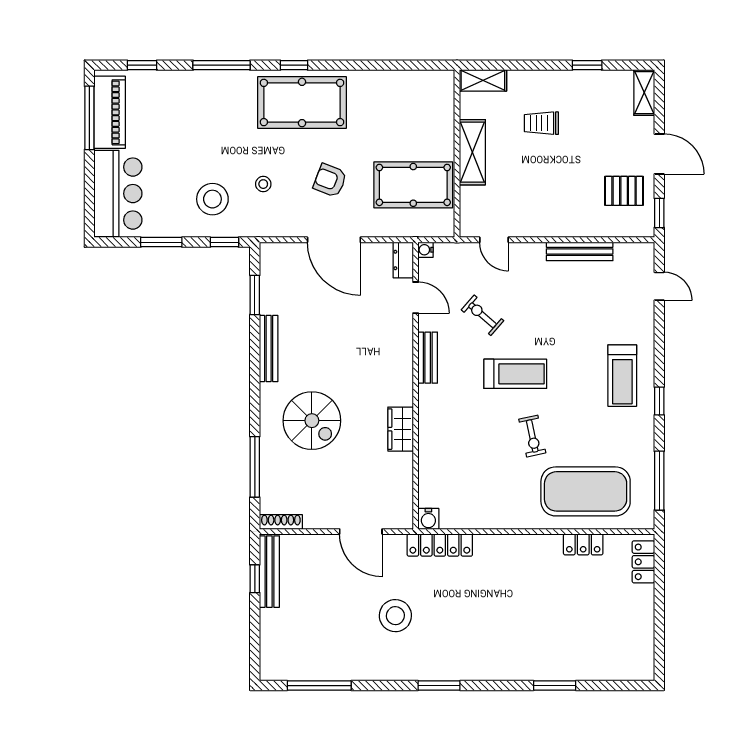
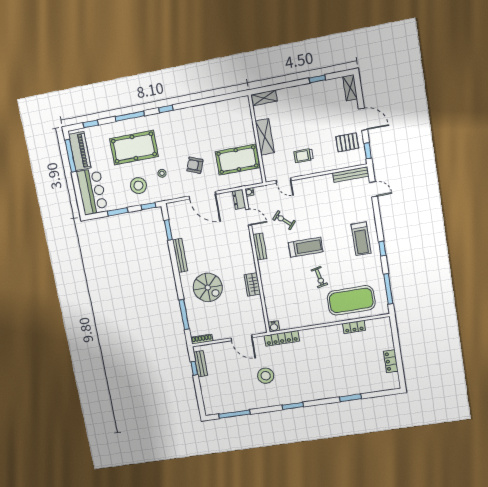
pool table: (302, 102) -> (134, 148), moved
trolley: (541, 123) -> (303, 156), moved
bench: (580, 251) -> (351, 175), moved
locker: (643, 562) -> (391, 361), moved
bench: (269, 572) -> (201, 364), width x0.73

